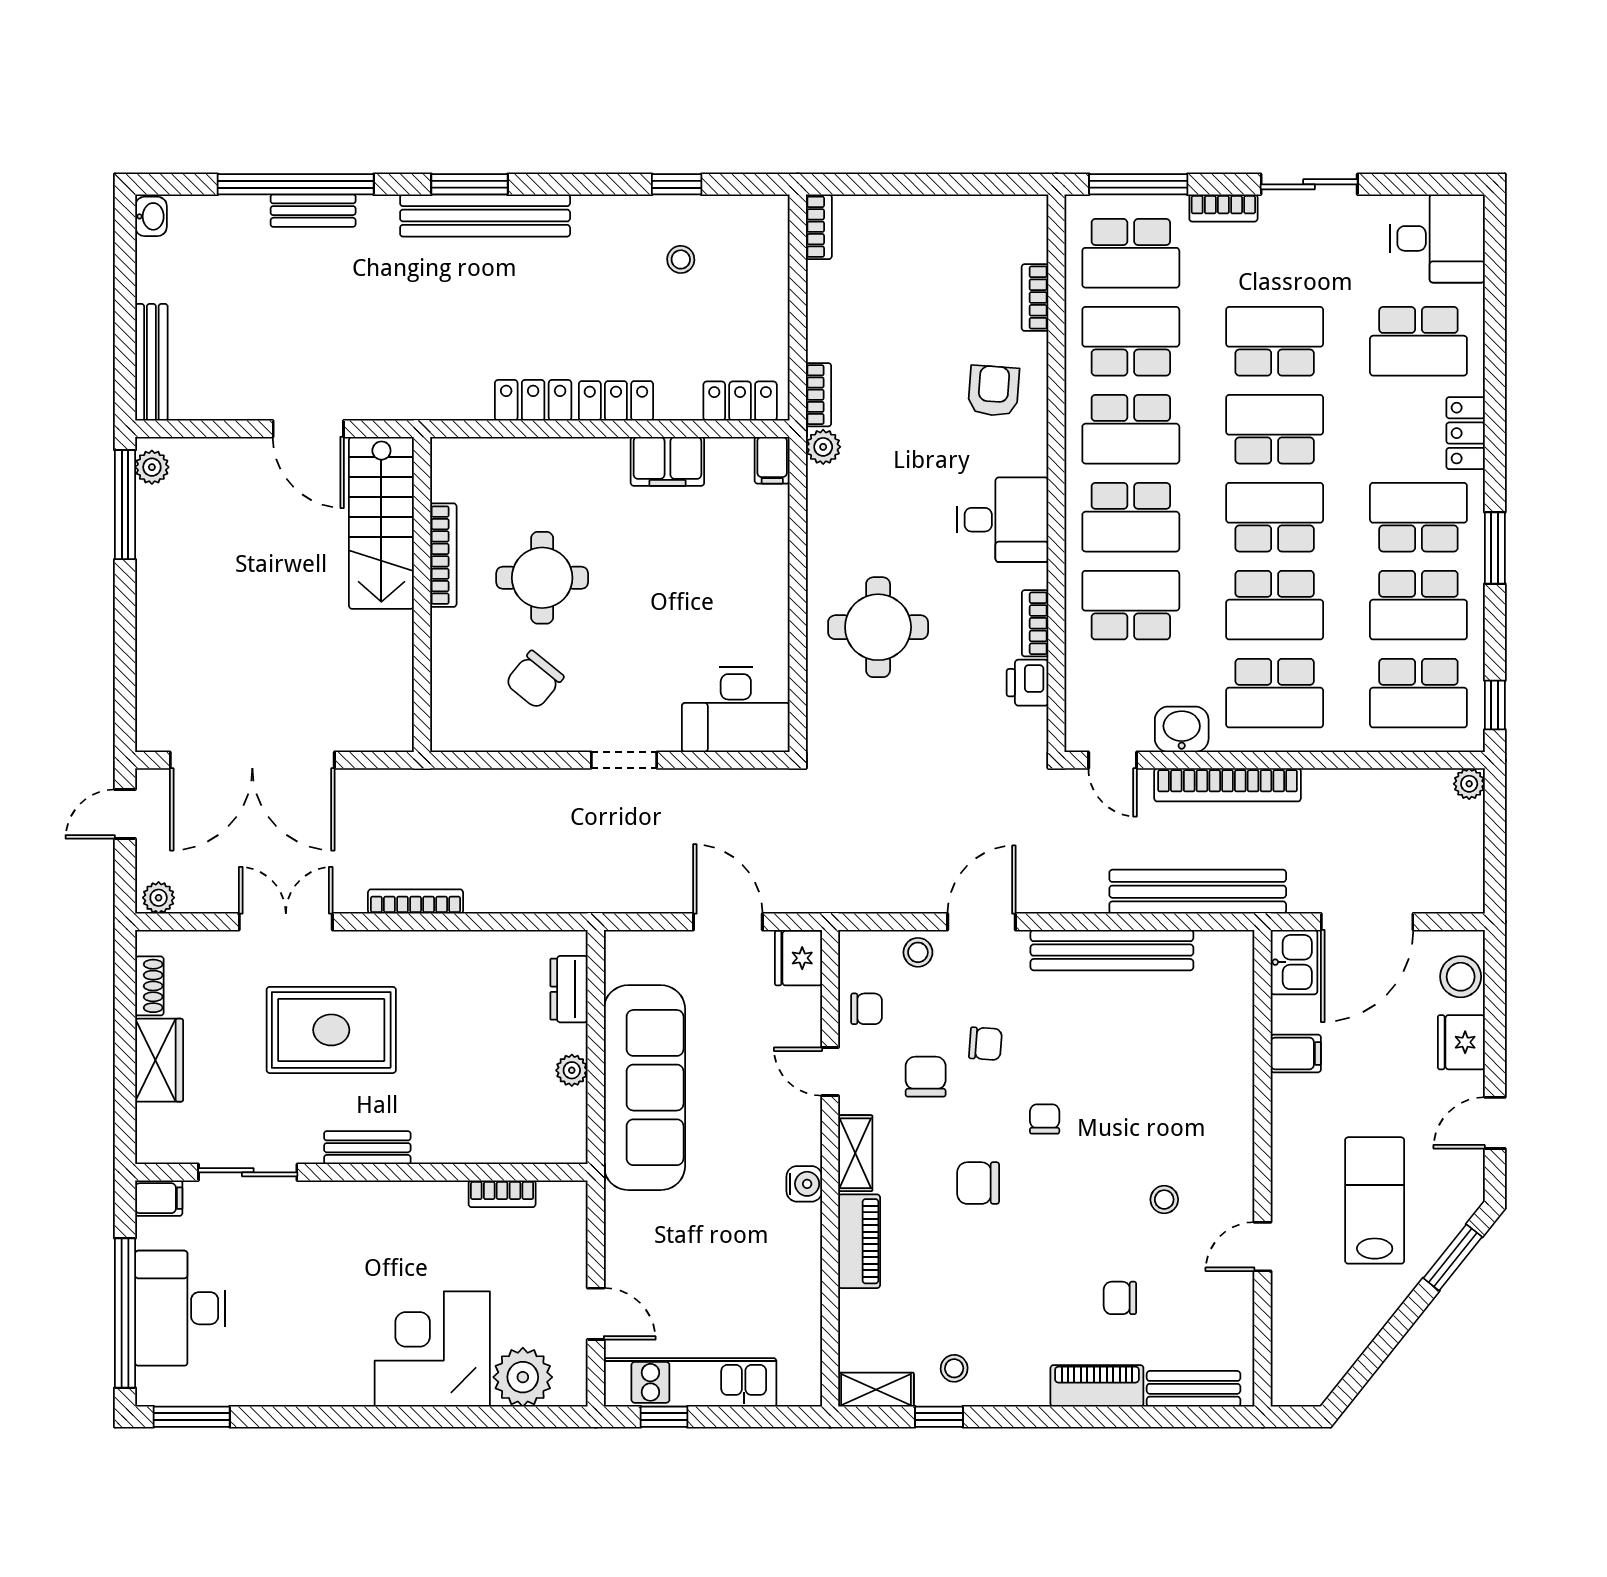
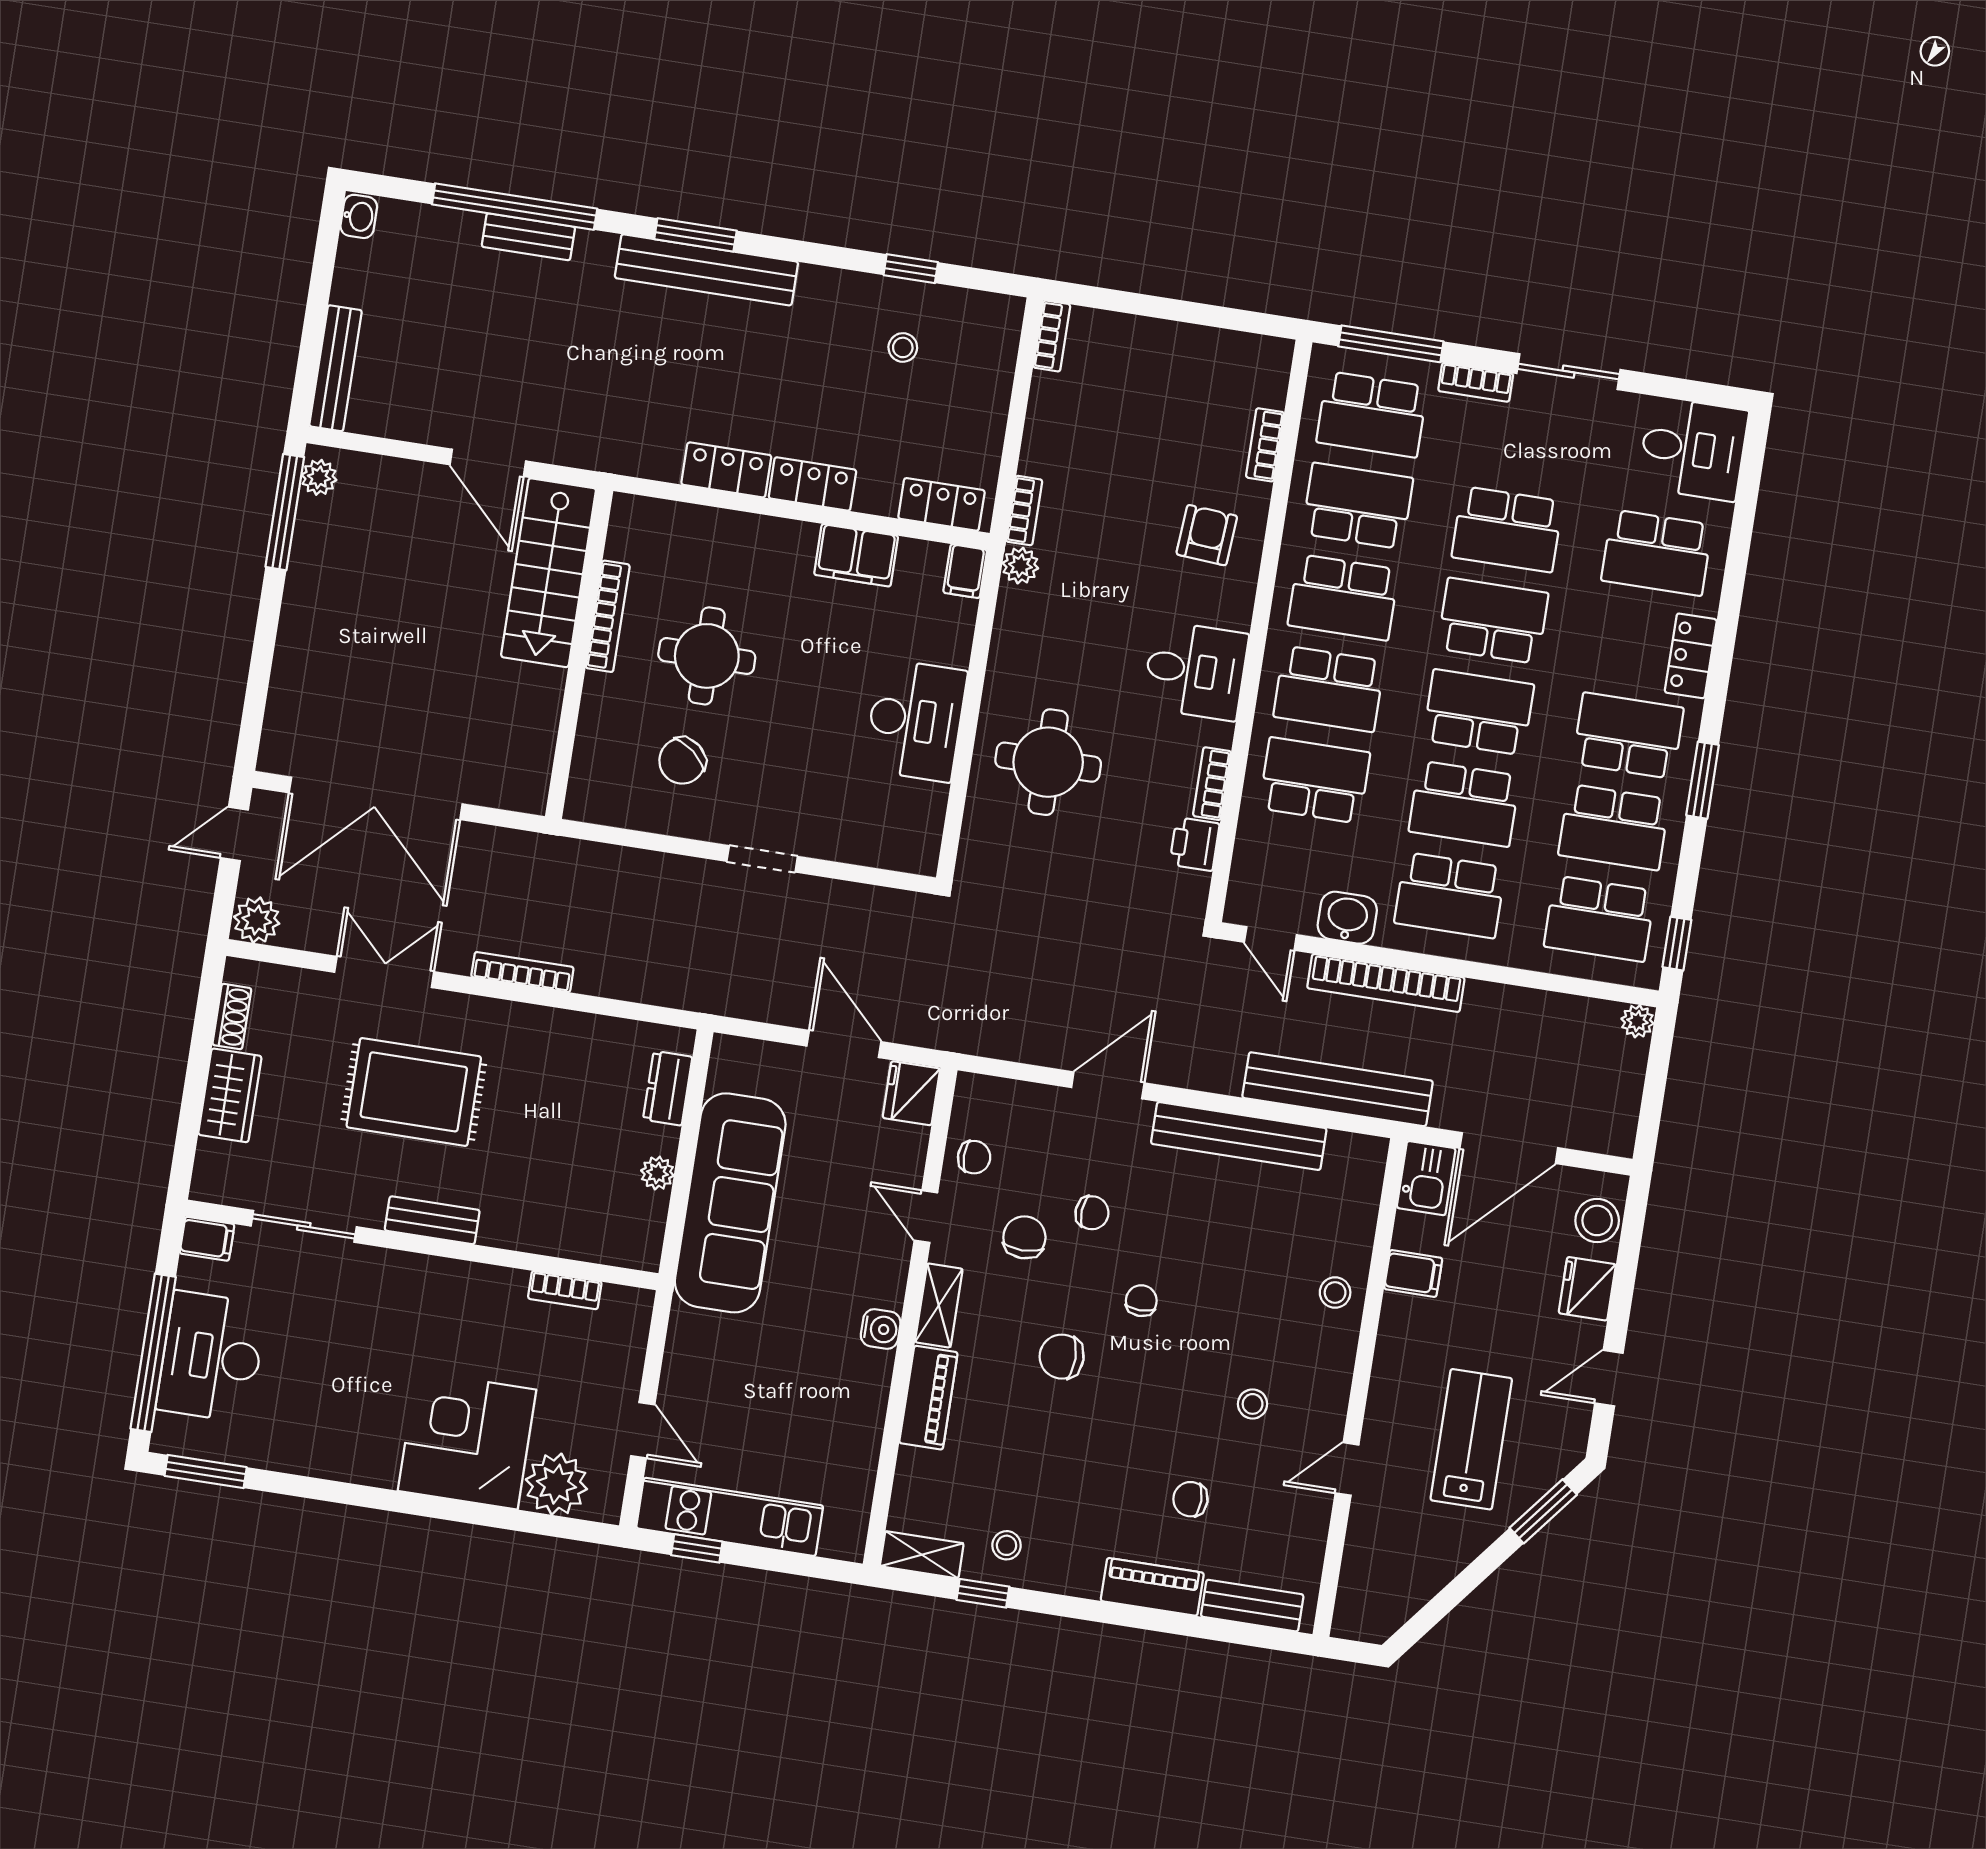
school desk: (1275, 341) -> (1507, 529), turned 180
desk: (736, 710) -> (915, 720), moved, turned -90
plant: (159, 898) -> (257, 920), width x1.38, depth x1.38
stool: (918, 952) -> (1335, 1293), moved

